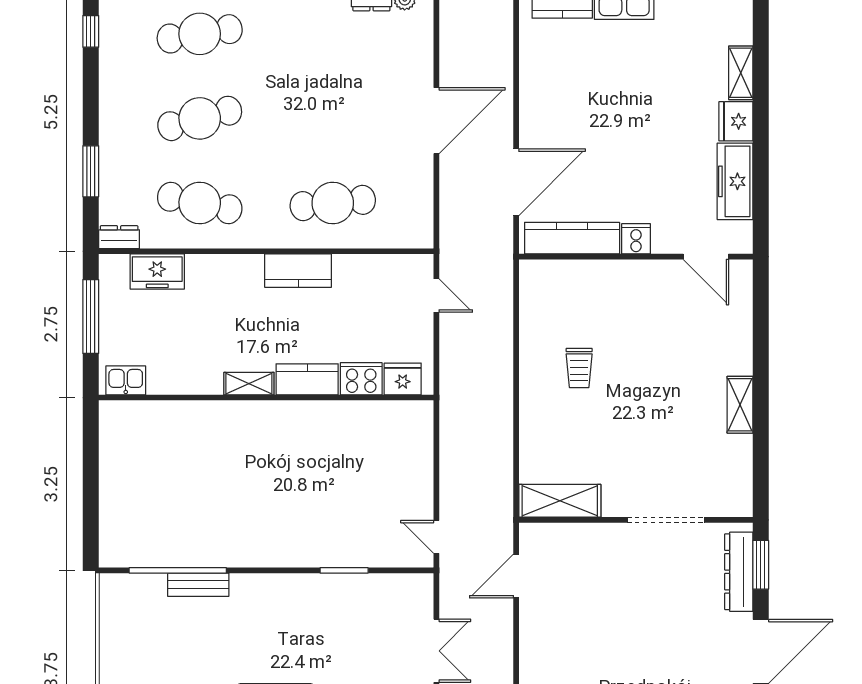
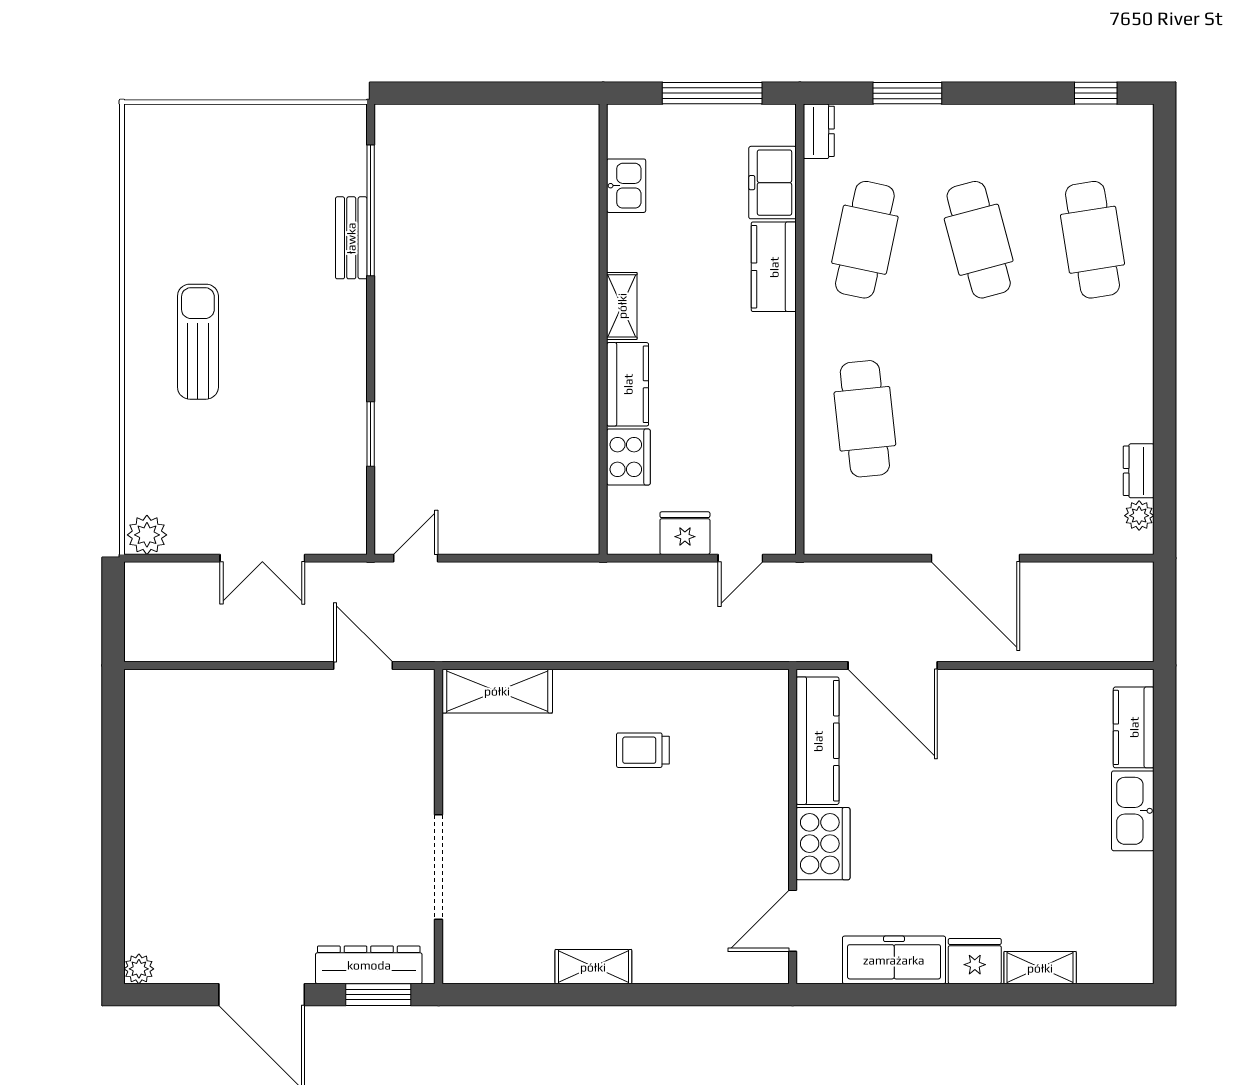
cooker: (636, 239) -> (823, 844), width x1.87, depth x1.31
kitchen counter: (298, 271) -> (774, 267), moved
fridge: (403, 379) -> (685, 533), moved, turned -90
kitchen sink: (126, 380) -> (626, 186), moved
shelving: (560, 501) -> (497, 691), moved, turned 90

